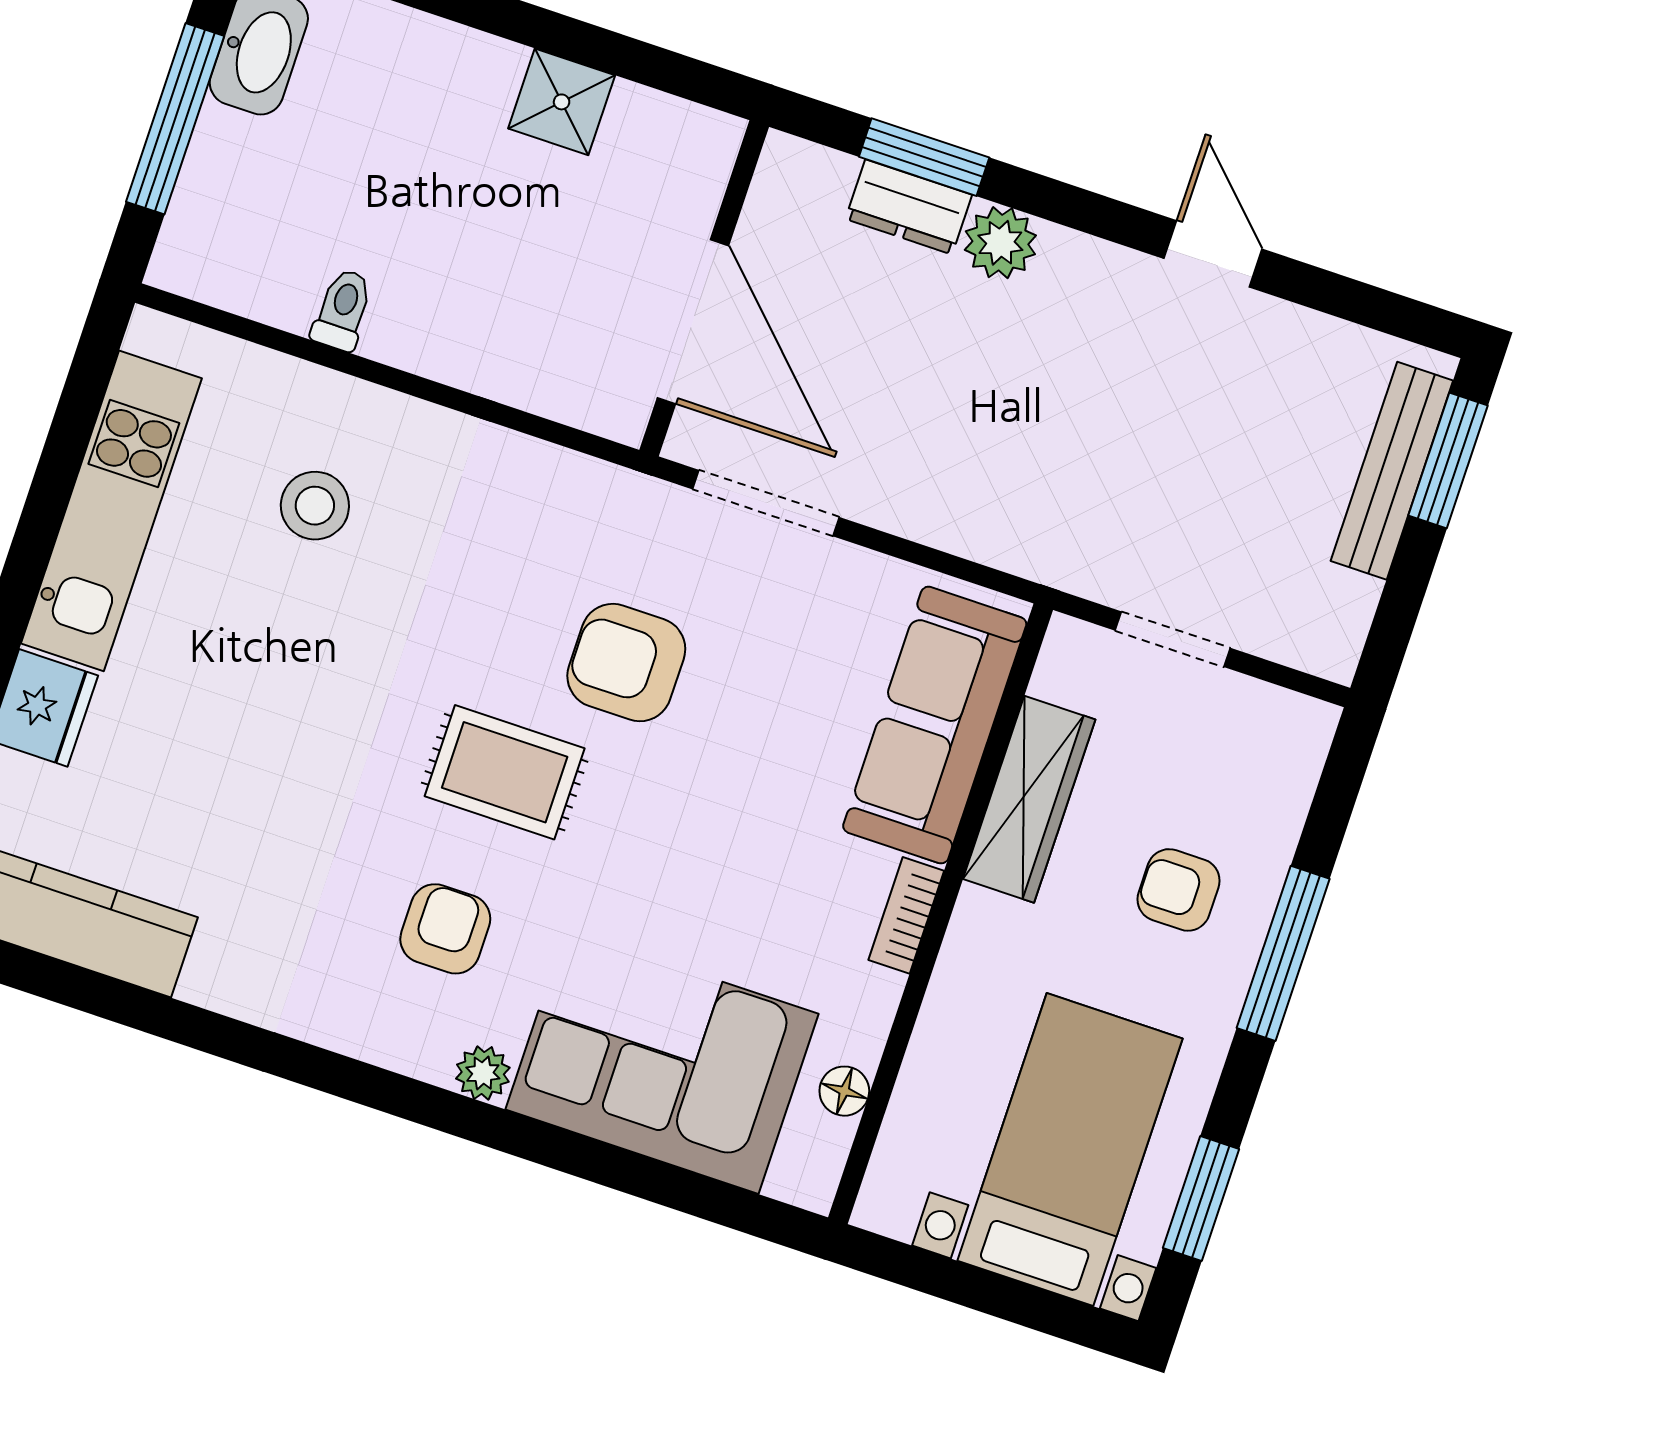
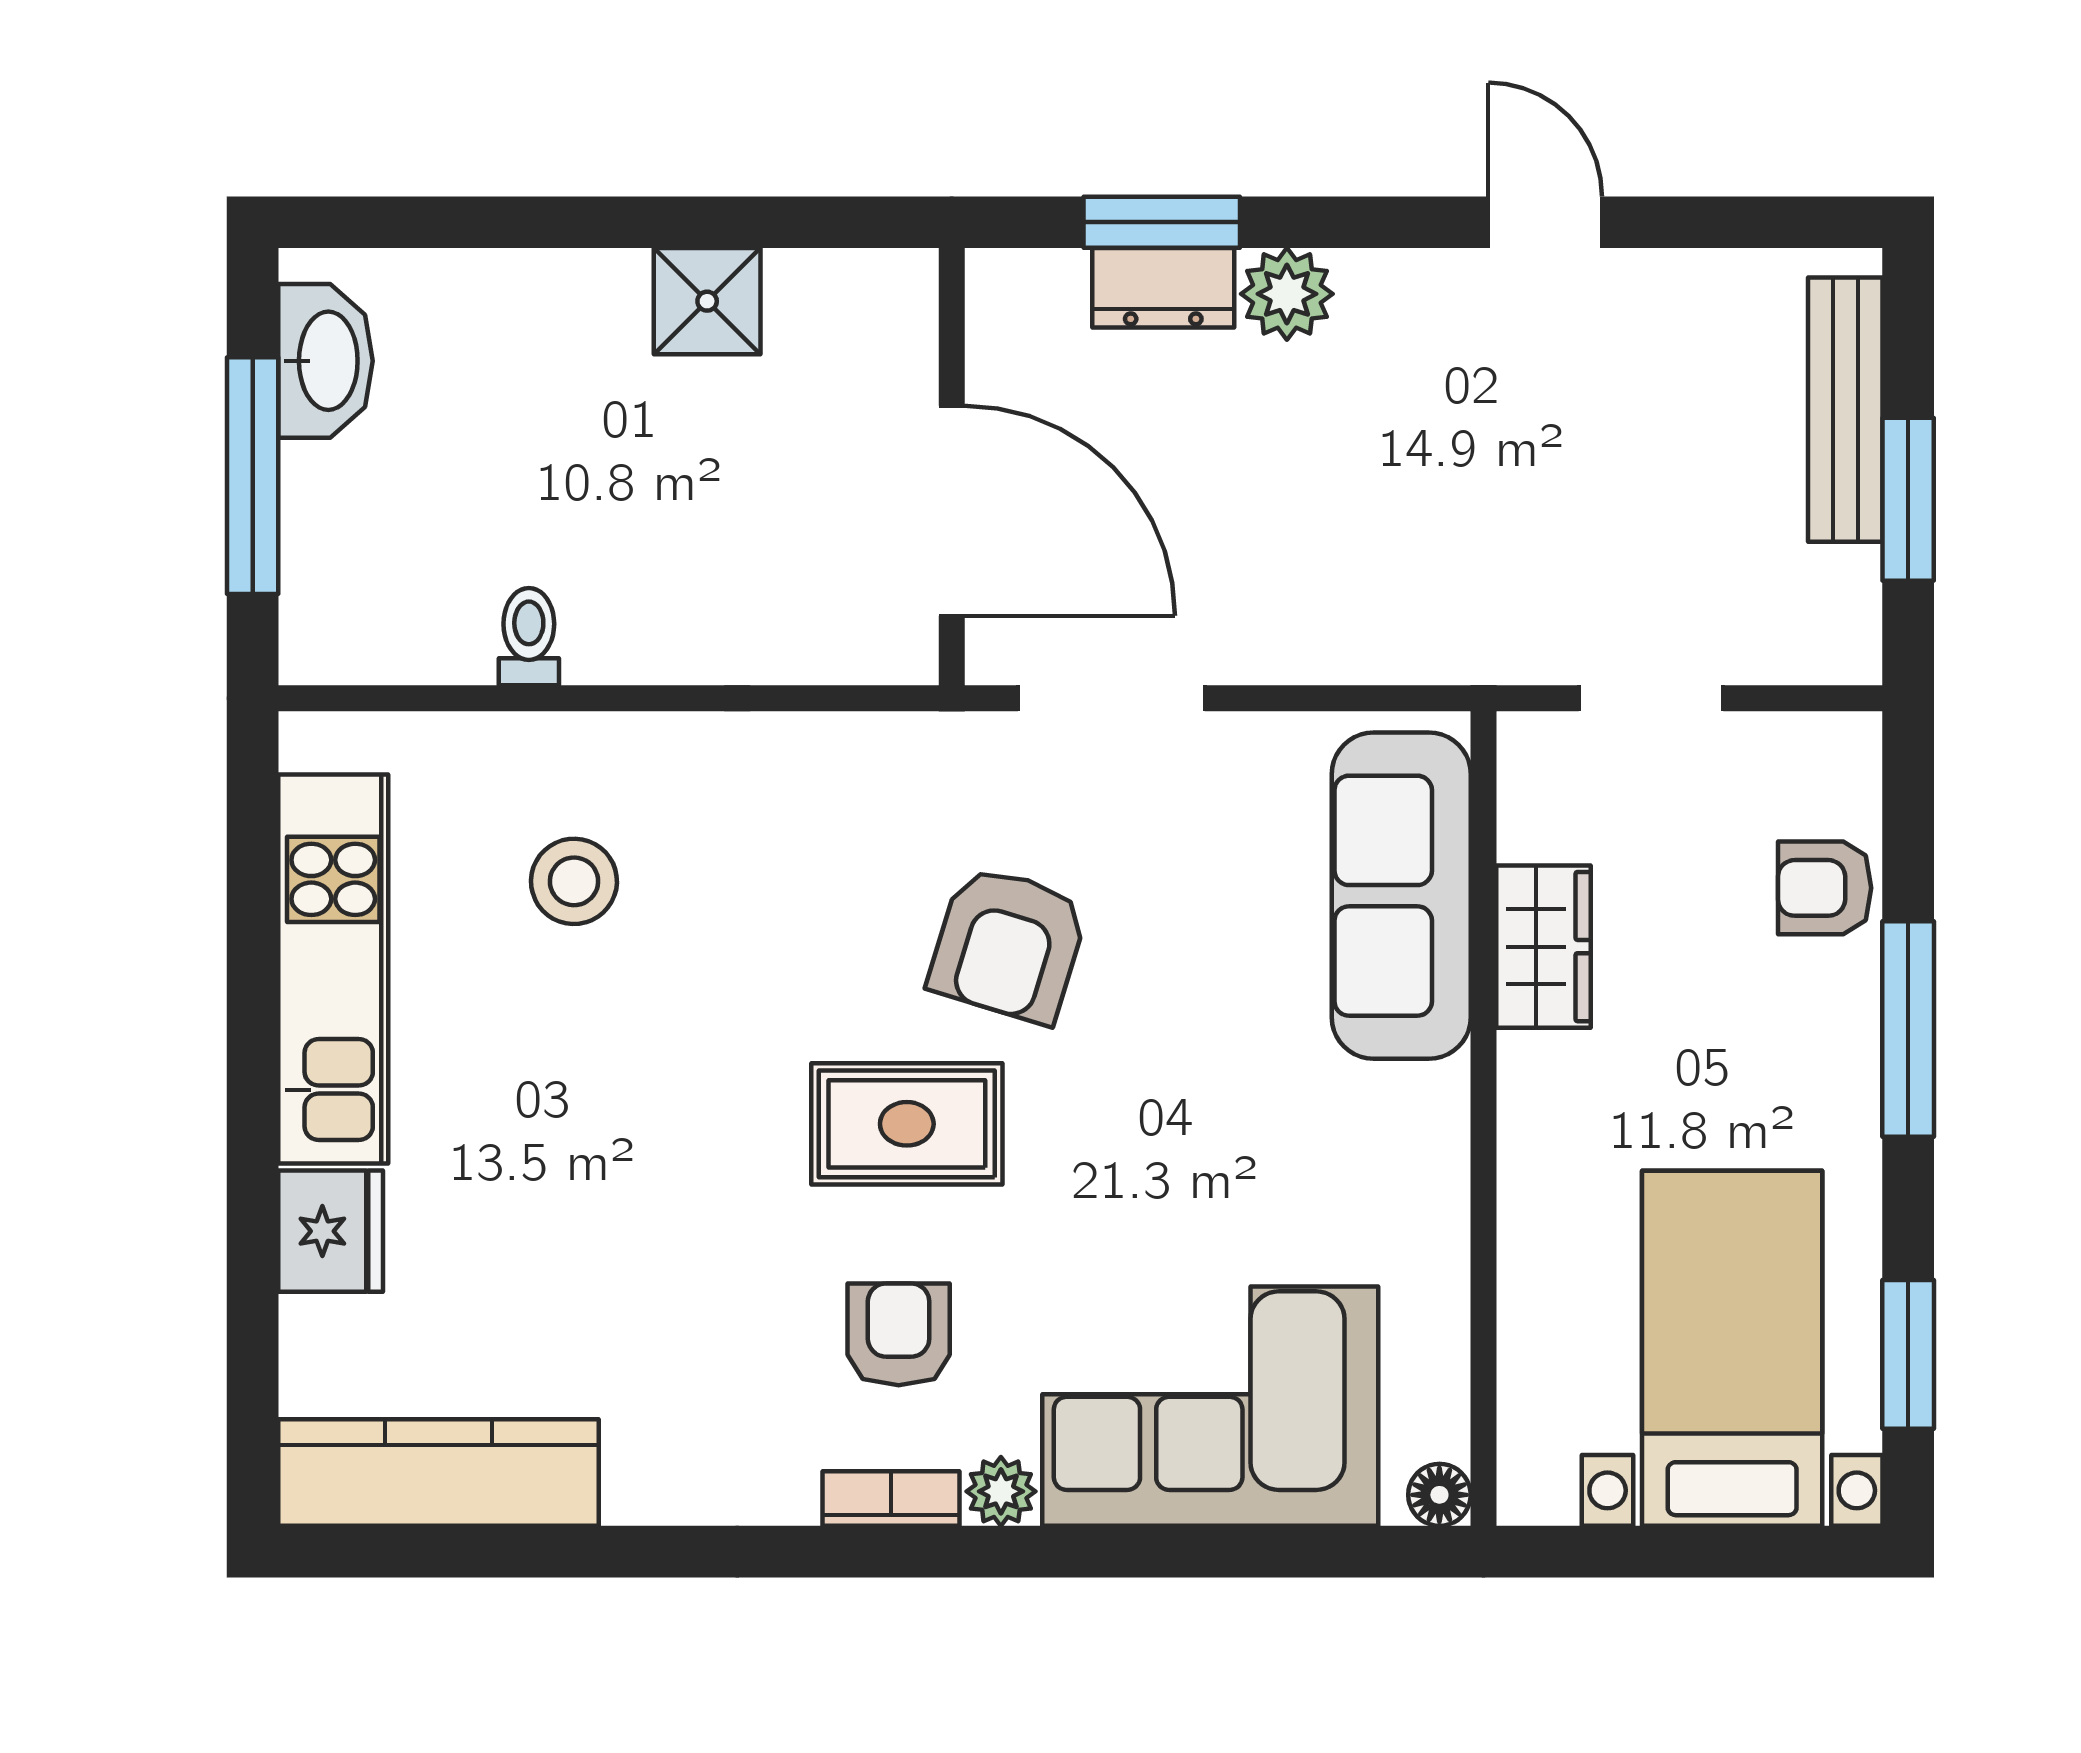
window: (1448, 460) -> (1908, 499), moved
armchair: (626, 663) -> (1008, 944), turned -73
wardrobe: (1029, 799) -> (1543, 947), width x0.67
armchair: (1179, 890) -> (1825, 888), moved
bookcase: (906, 915) -> (891, 1499), moved, turned 90
floor lamp: (844, 1091) -> (1439, 1495), moved

